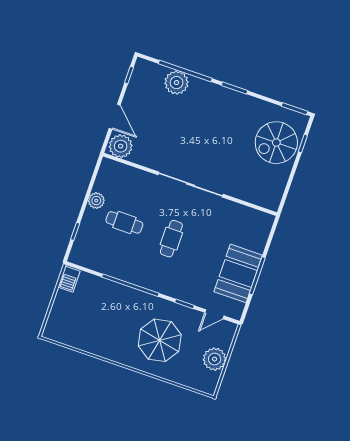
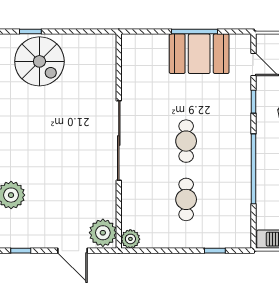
door: (115, 117) -> (73, 251), swing flipped
plant: (96, 201) -> (130, 239), moved
cafe table: (171, 239) -> (186, 141), turned 90

